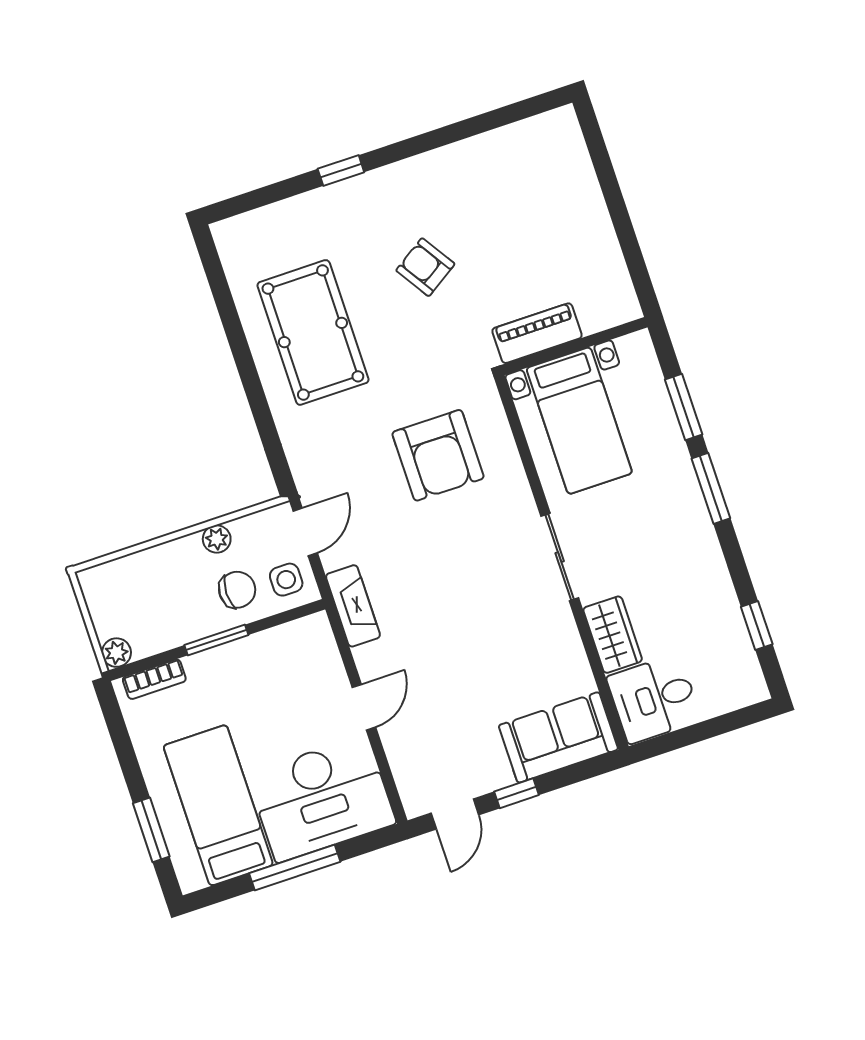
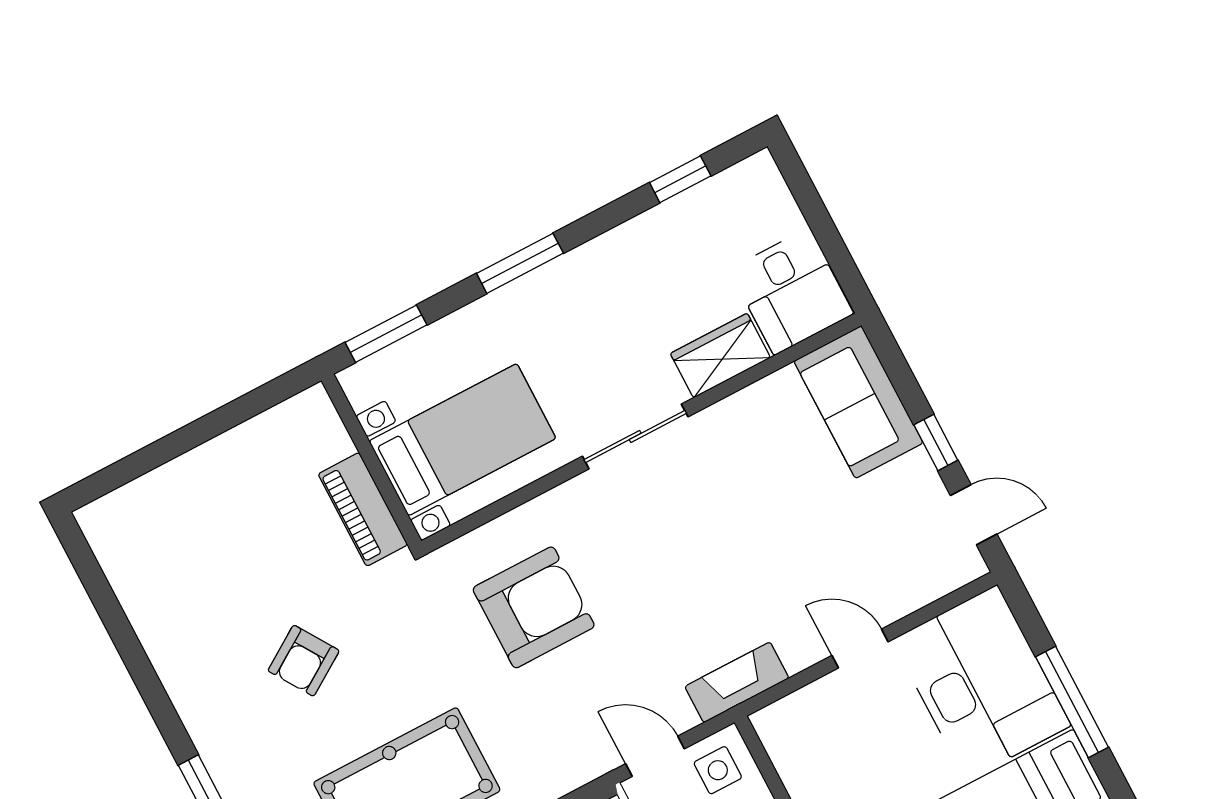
window: (684, 407) -> (386, 334), moved

